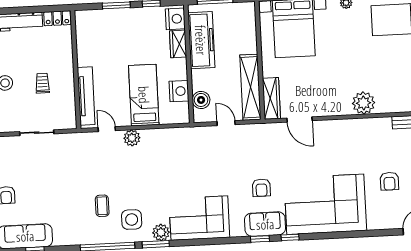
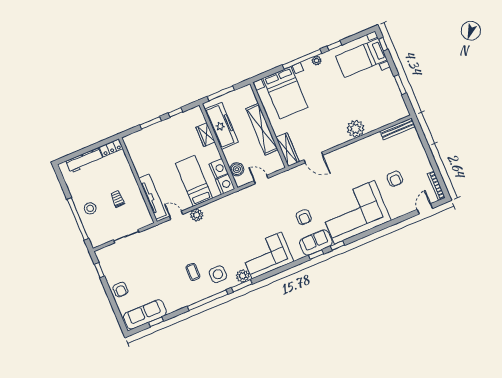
nightstand: (175, 19) -> (225, 184), moved
shelving: (250, 87) -> (262, 129), moved

